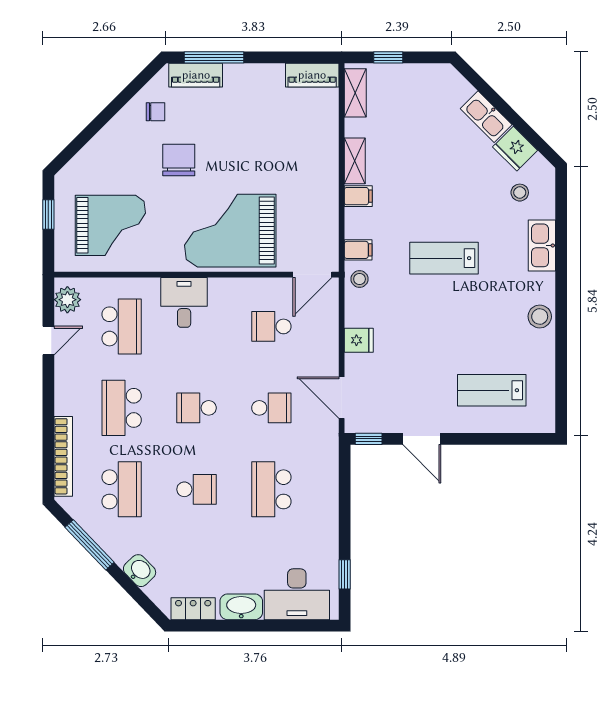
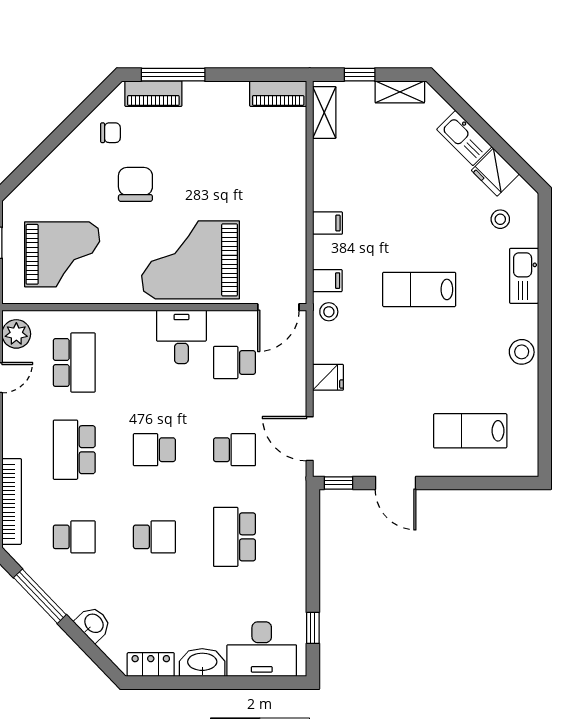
shelving: (355, 161) -> (400, 92), moved, turned 90
desk: (184, 302) -> (181, 337), moved
school desk: (122, 489) -> (74, 537), width x0.54

